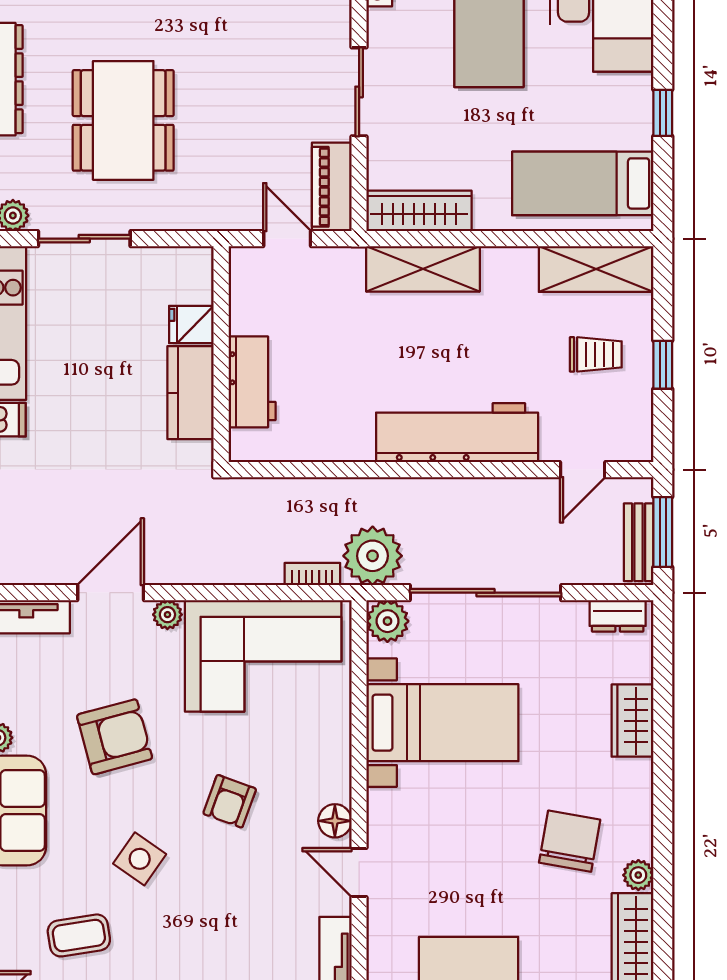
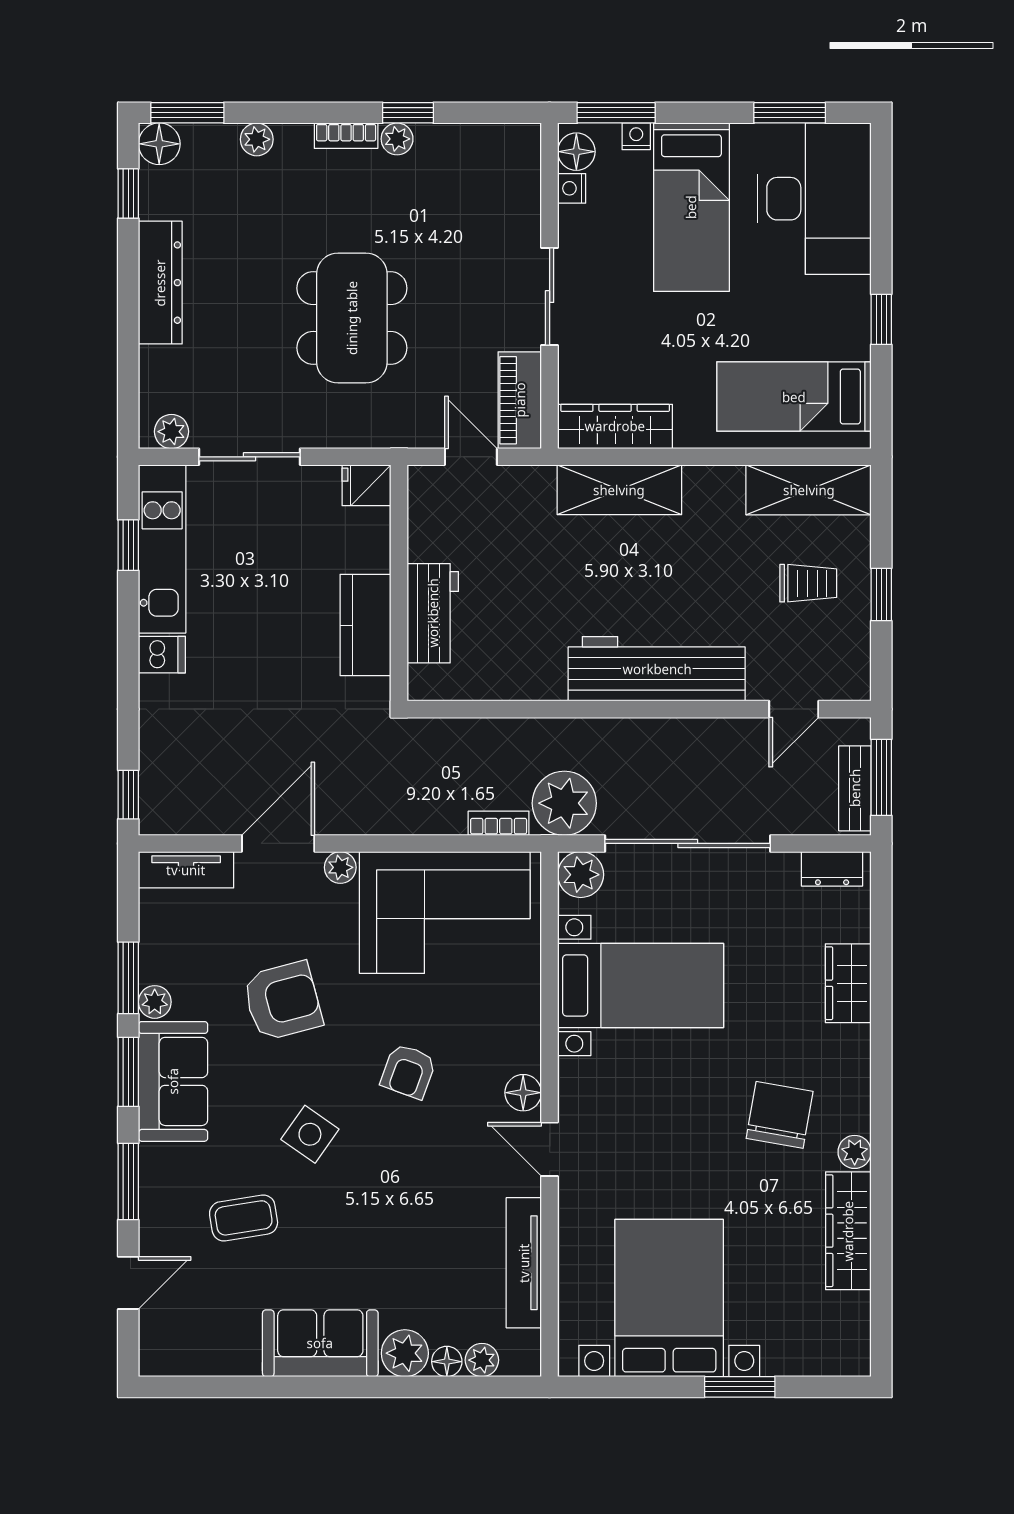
dining table: (123, 120) -> (352, 318), moved
fridge: (191, 325) -> (366, 485), moved

